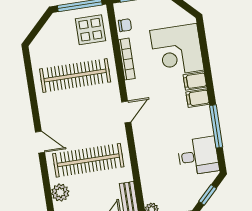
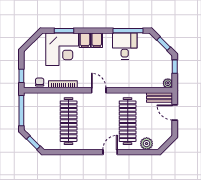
window: (36, 30) -> (33, 143), added
display table: (90, 30) -> (39, 106), removed
window: (204, 49) -> (64, 31), added
window: (216, 126) -> (128, 31), moved
desk: (198, 156) -> (125, 46), moved

